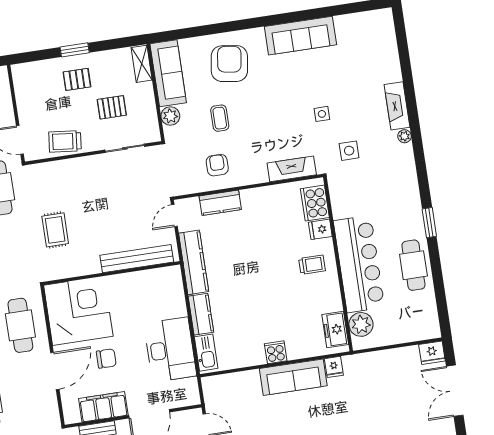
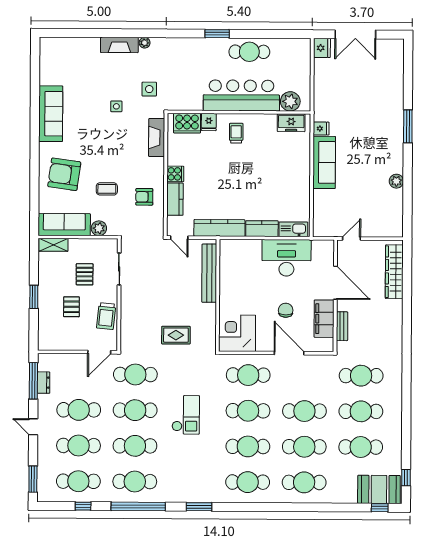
pallet: (77, 79) -> (71, 307), moved
corner desk: (78, 311) -> (237, 333), width x0.74, depth x0.74
cooker: (276, 352) -> (175, 174), moved, turned 180

